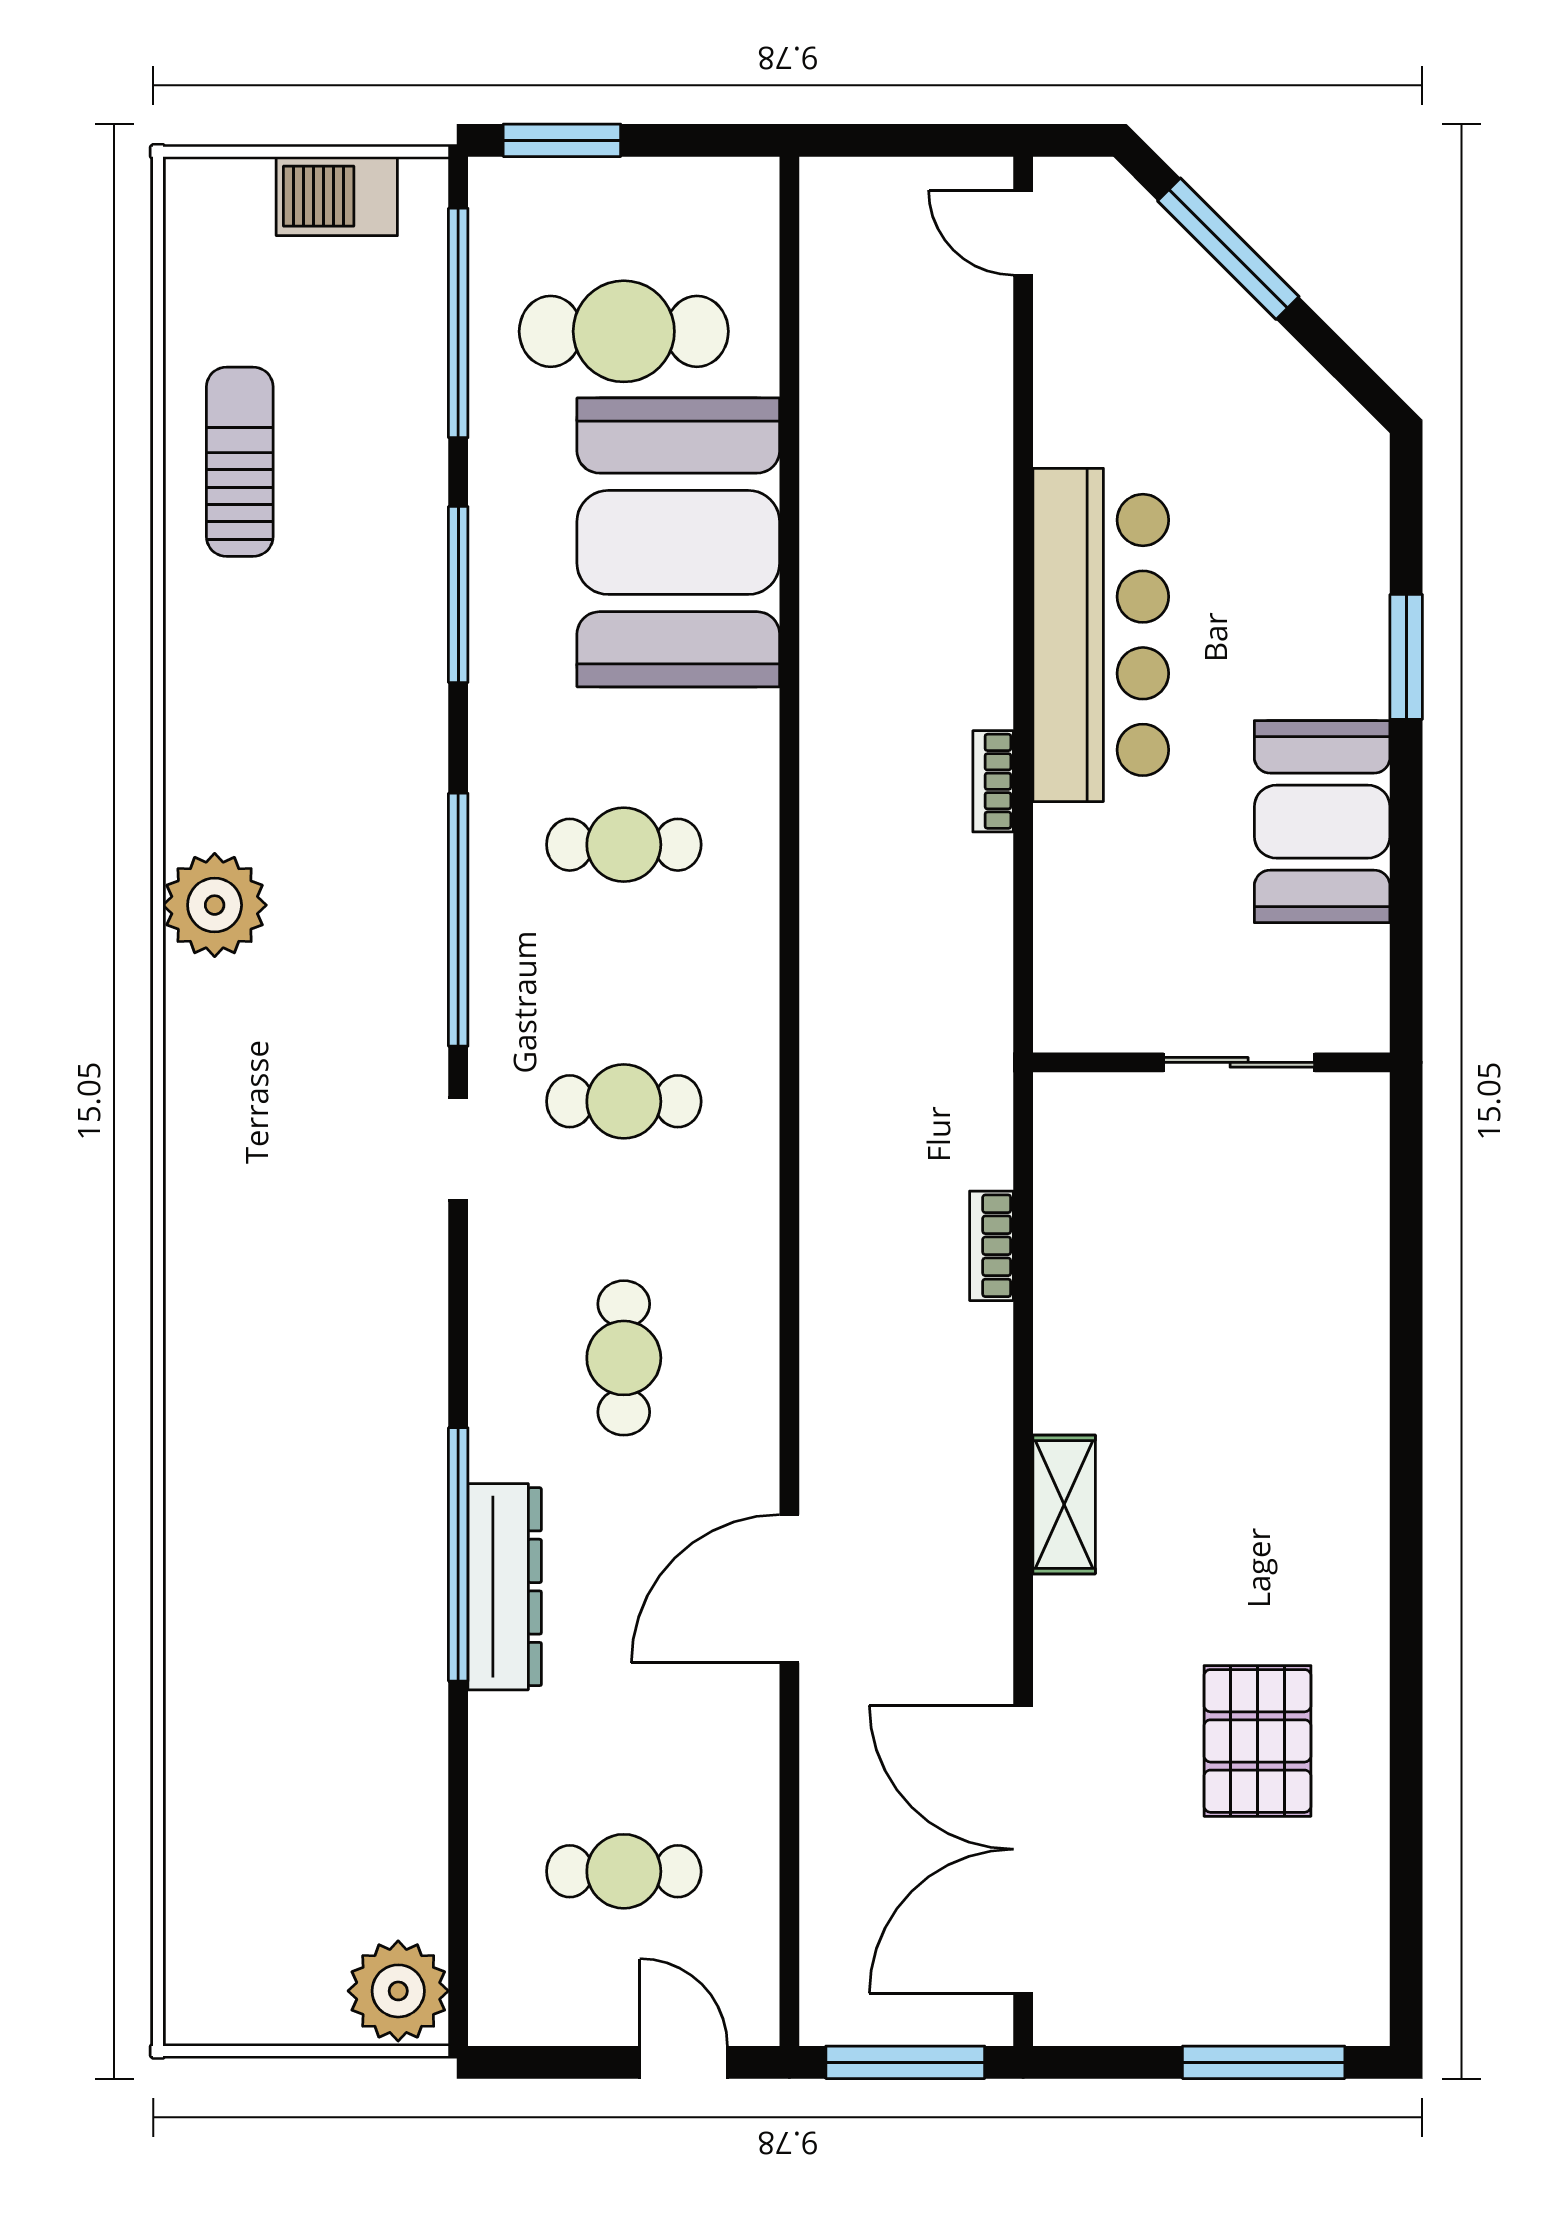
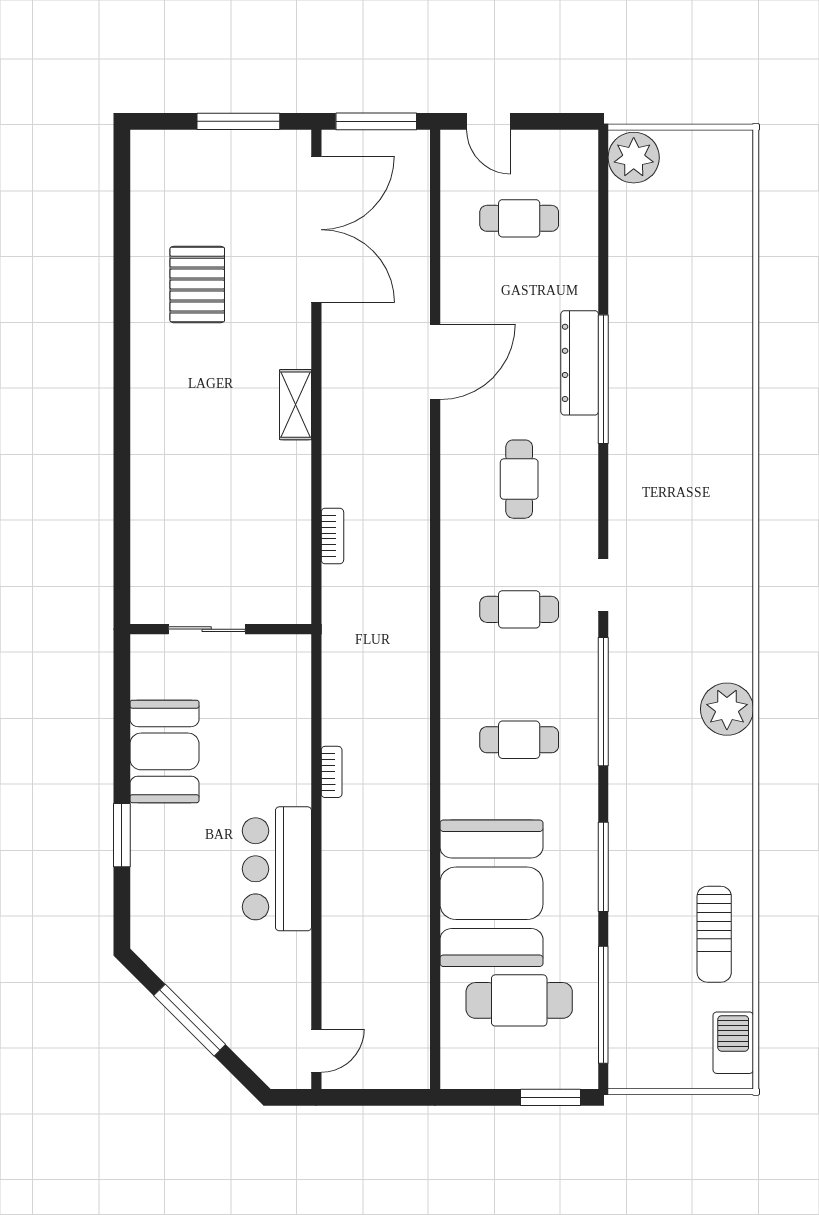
barbecue: (337, 196) -> (733, 1043), moved, turned -90
door: (1023, 233) -> (316, 1051), hinge flipped
window: (1228, 249) -> (190, 1020), moved
bar counter: (1101, 635) -> (277, 869), width x0.73
window: (1264, 2062) -> (238, 121), moved

